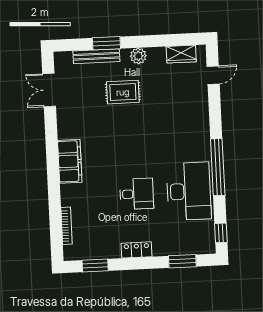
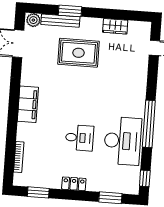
wardrobe: (181, 54) -> (115, 26), moved
plant: (138, 56) -> (33, 20), moved
rug: (123, 92) -> (79, 53), width x1.36, depth x1.43

